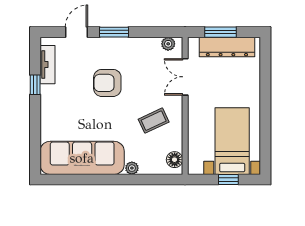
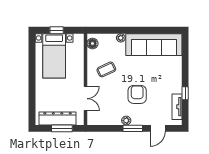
plant: (168, 44) -> (126, 121), moved
armchair: (107, 83) -> (137, 94), turned -90

